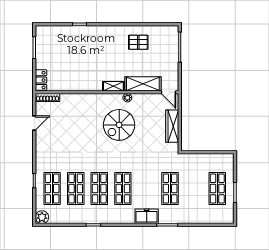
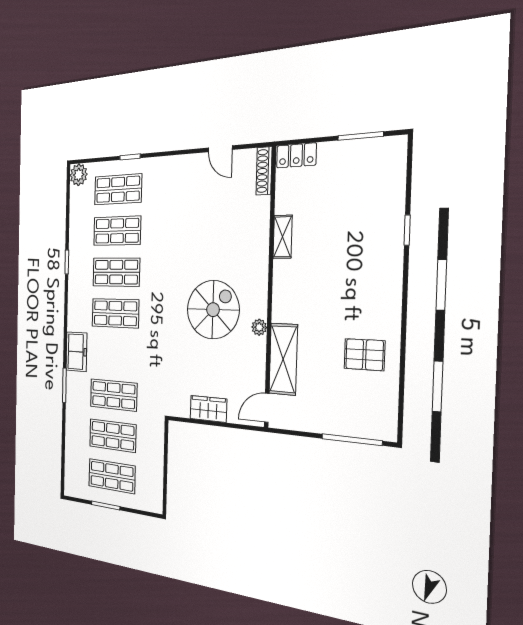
pallet: (138, 42) -> (364, 355), turned 90
shelving: (113, 86) -> (283, 237), moved
spiral stairs: (119, 125) -> (213, 310), turned 90
wardrobe: (172, 126) -> (208, 409), width x0.67
shop shelf: (194, 189) -> (113, 436), added

